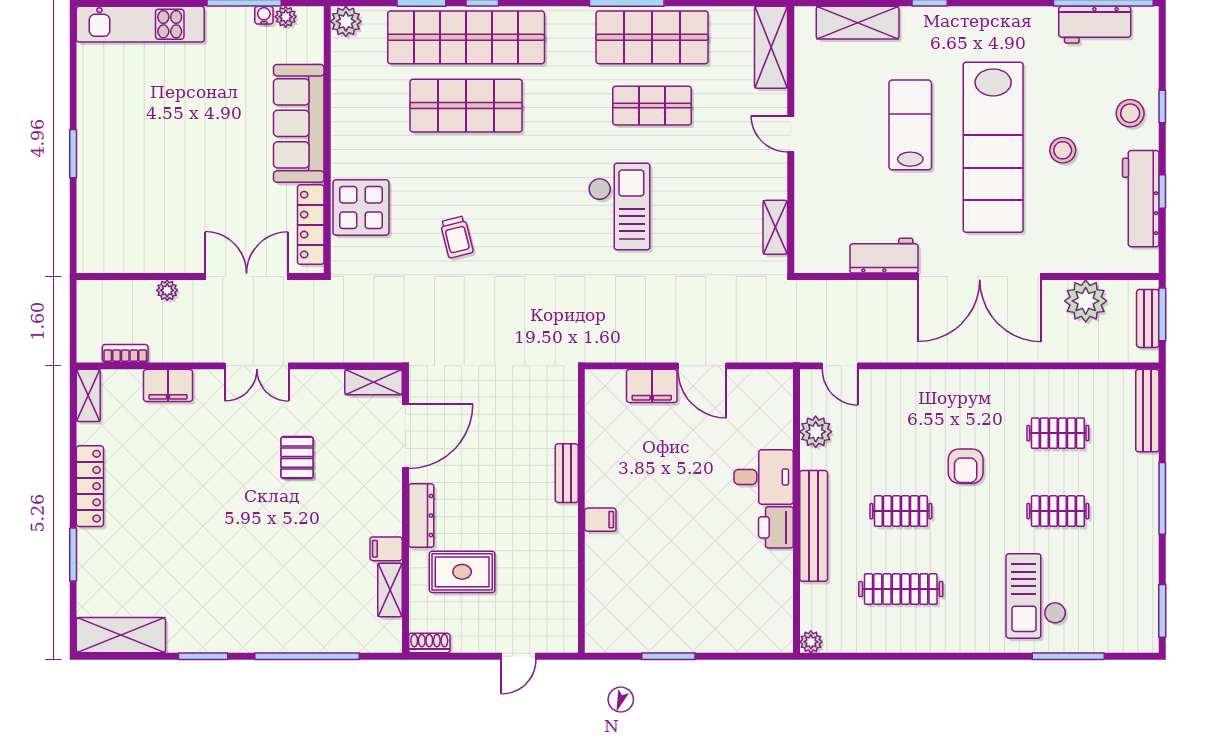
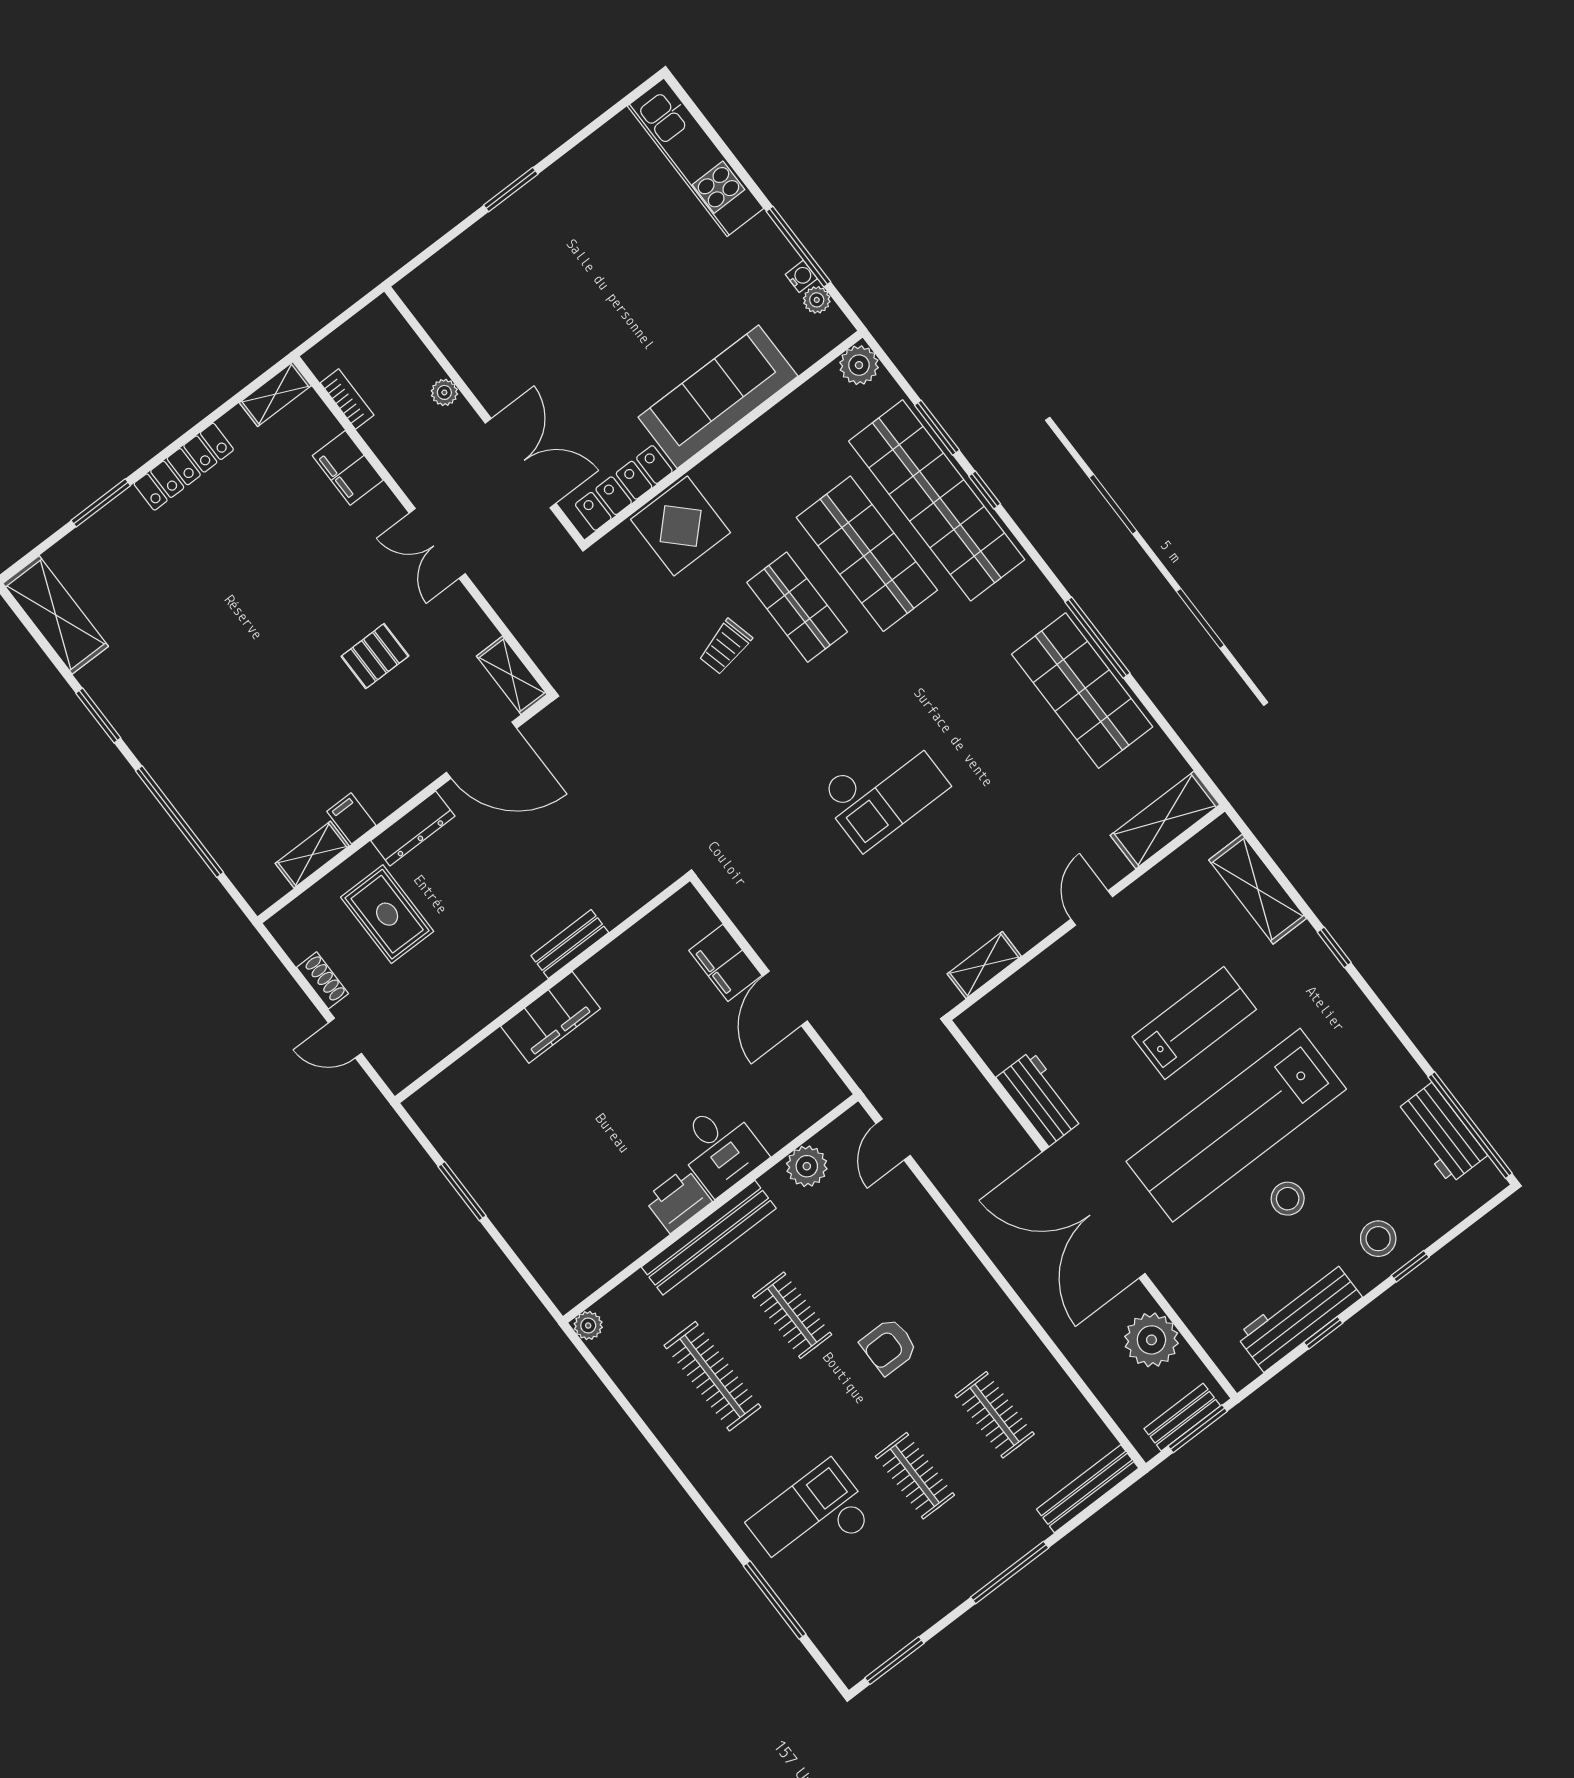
shop shelf: (652, 106) -> (797, 607), moved
filing cabinet: (600, 520) -> (551, 1017), width x3.00, depth x1.17
shoe rack: (429, 643) -> (322, 980), moved

